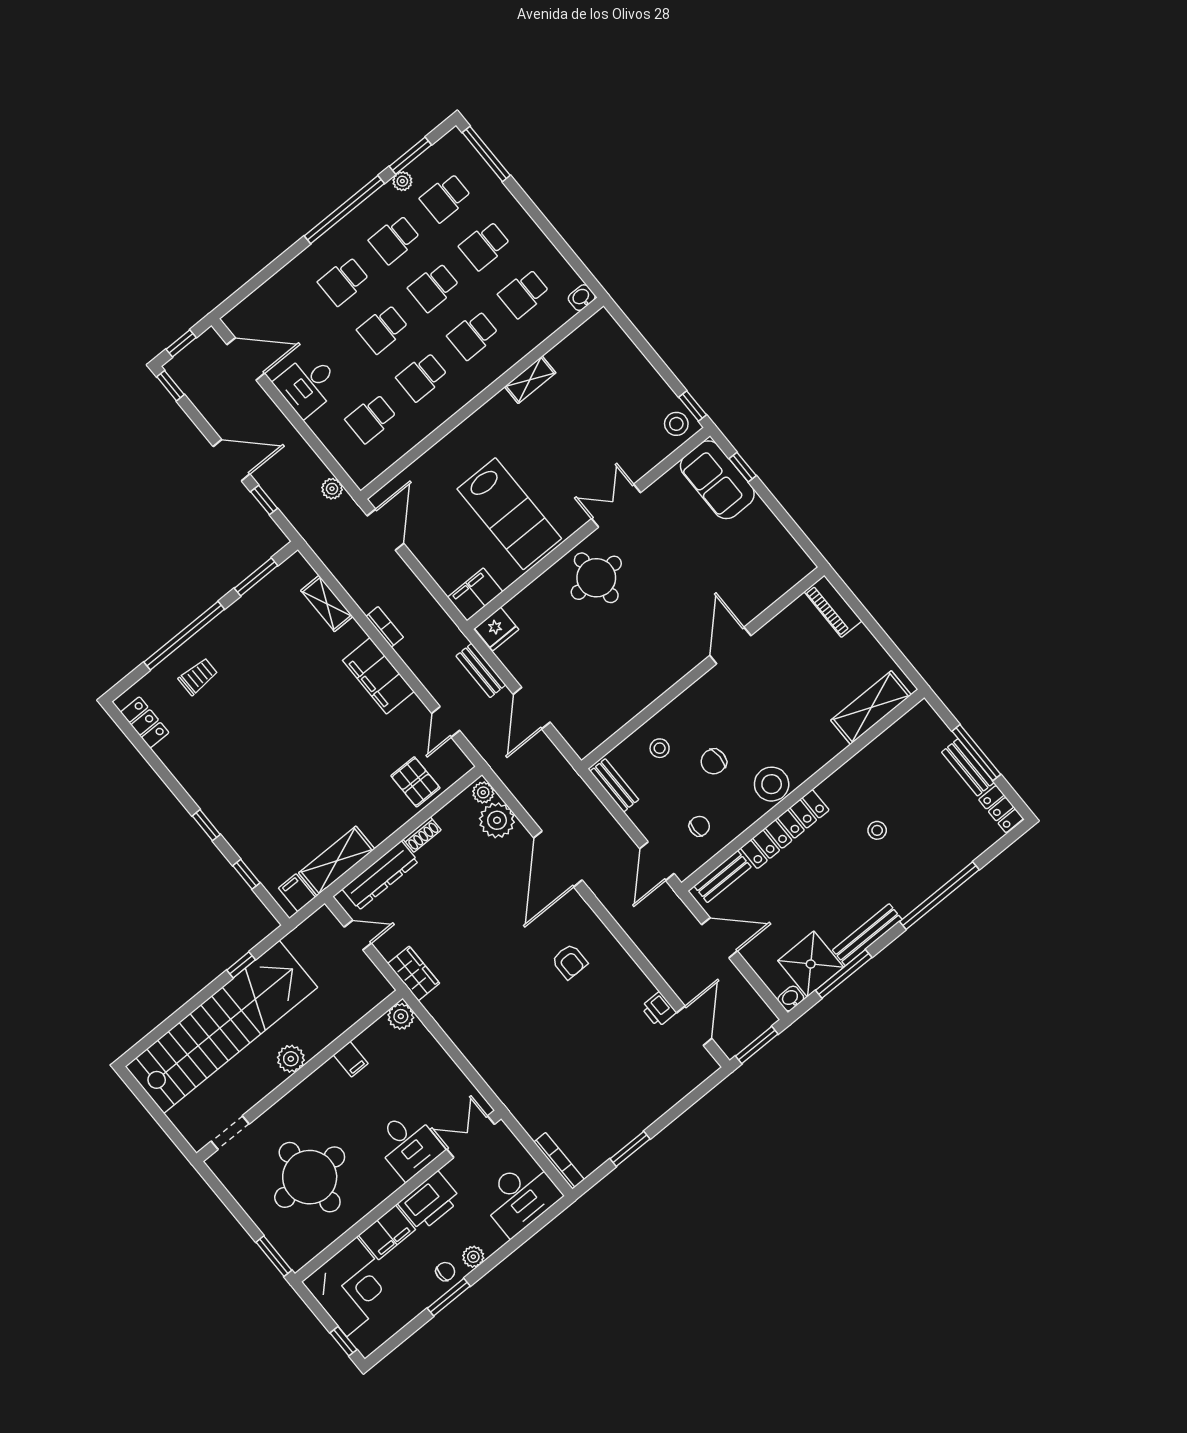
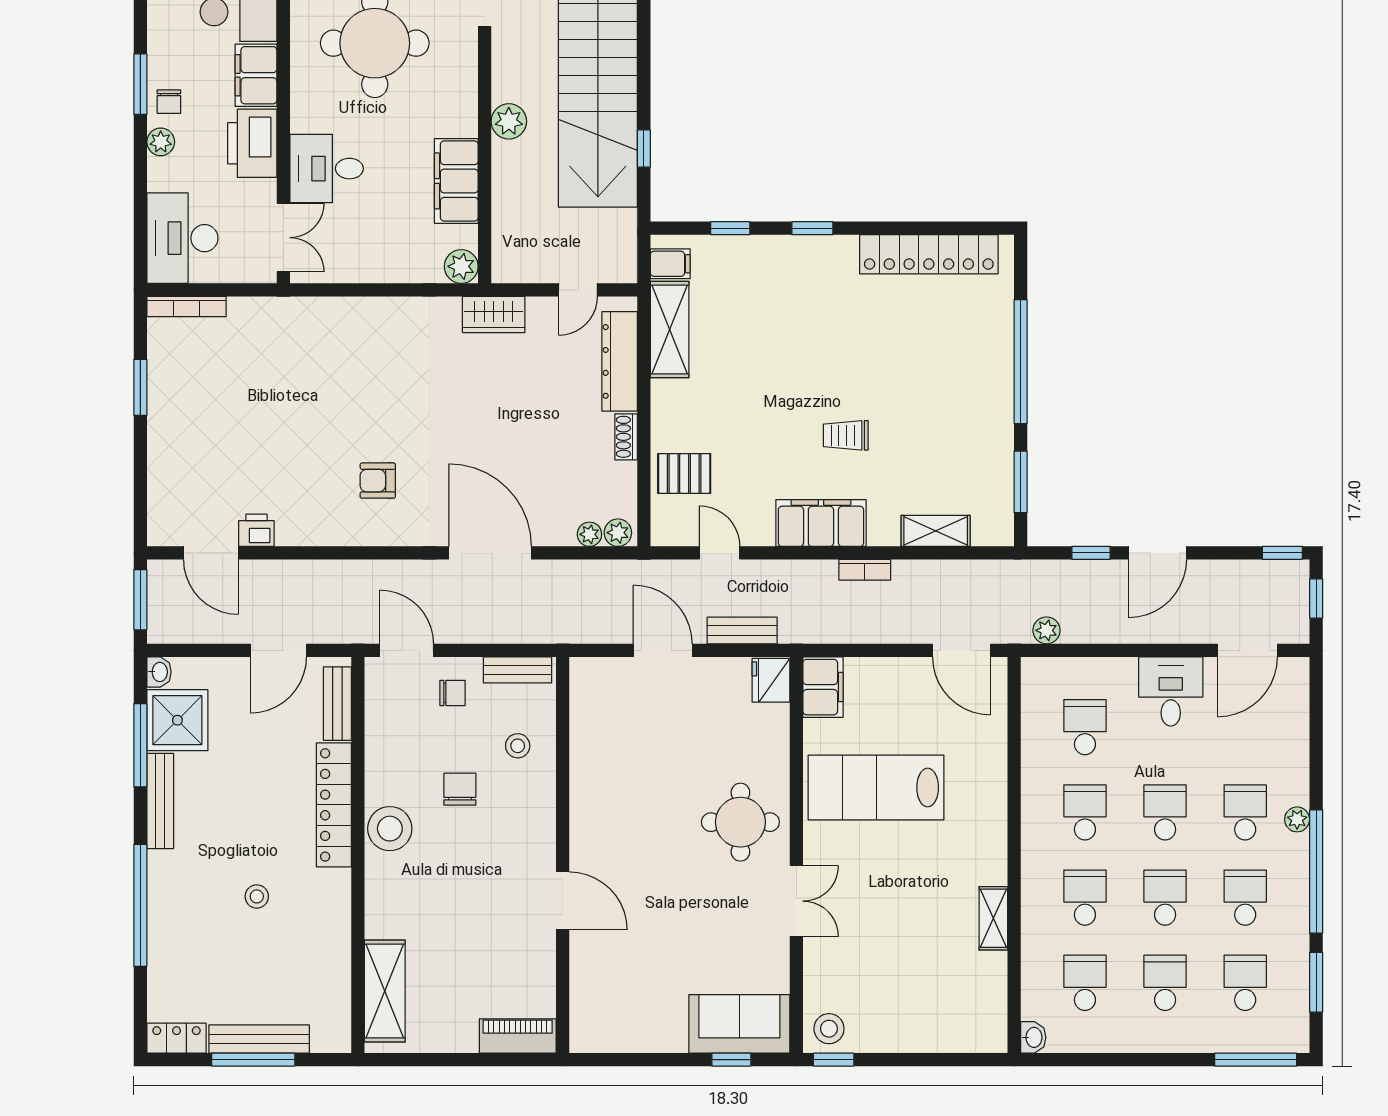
plant: (402, 181) -> (1297, 819), moved
trolley: (198, 677) -> (846, 435), moved, turned 90
locker: (145, 722) -> (929, 254), width x2.16, depth x1.21
bench: (968, 767) -> (259, 1039), width x1.36
plant: (497, 820) -> (589, 534), width x0.53, depth x0.53
chair: (699, 826) -> (452, 693), moved, turned -90
filing cabinet: (351, 1059) -> (456, 181), width x3.00, depth x1.17

